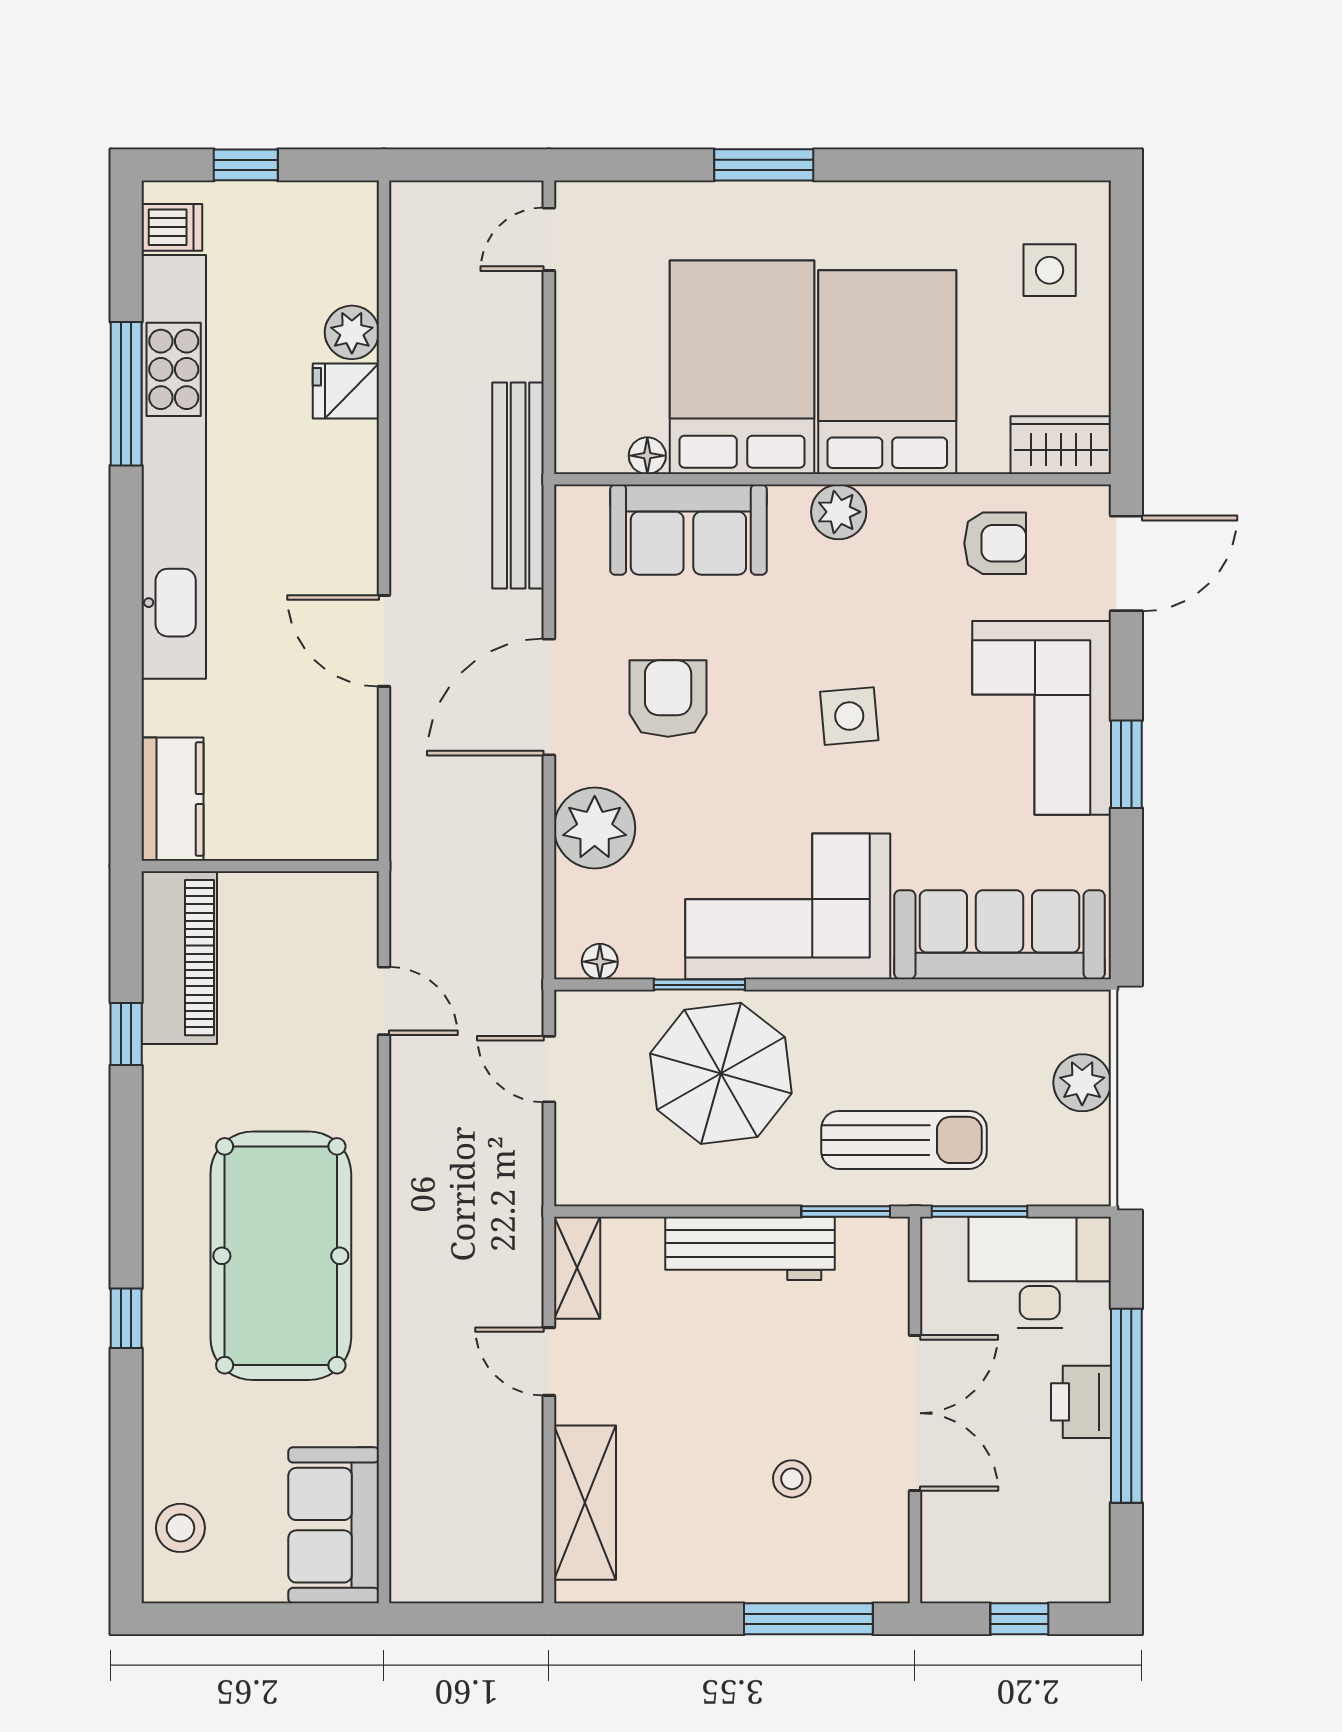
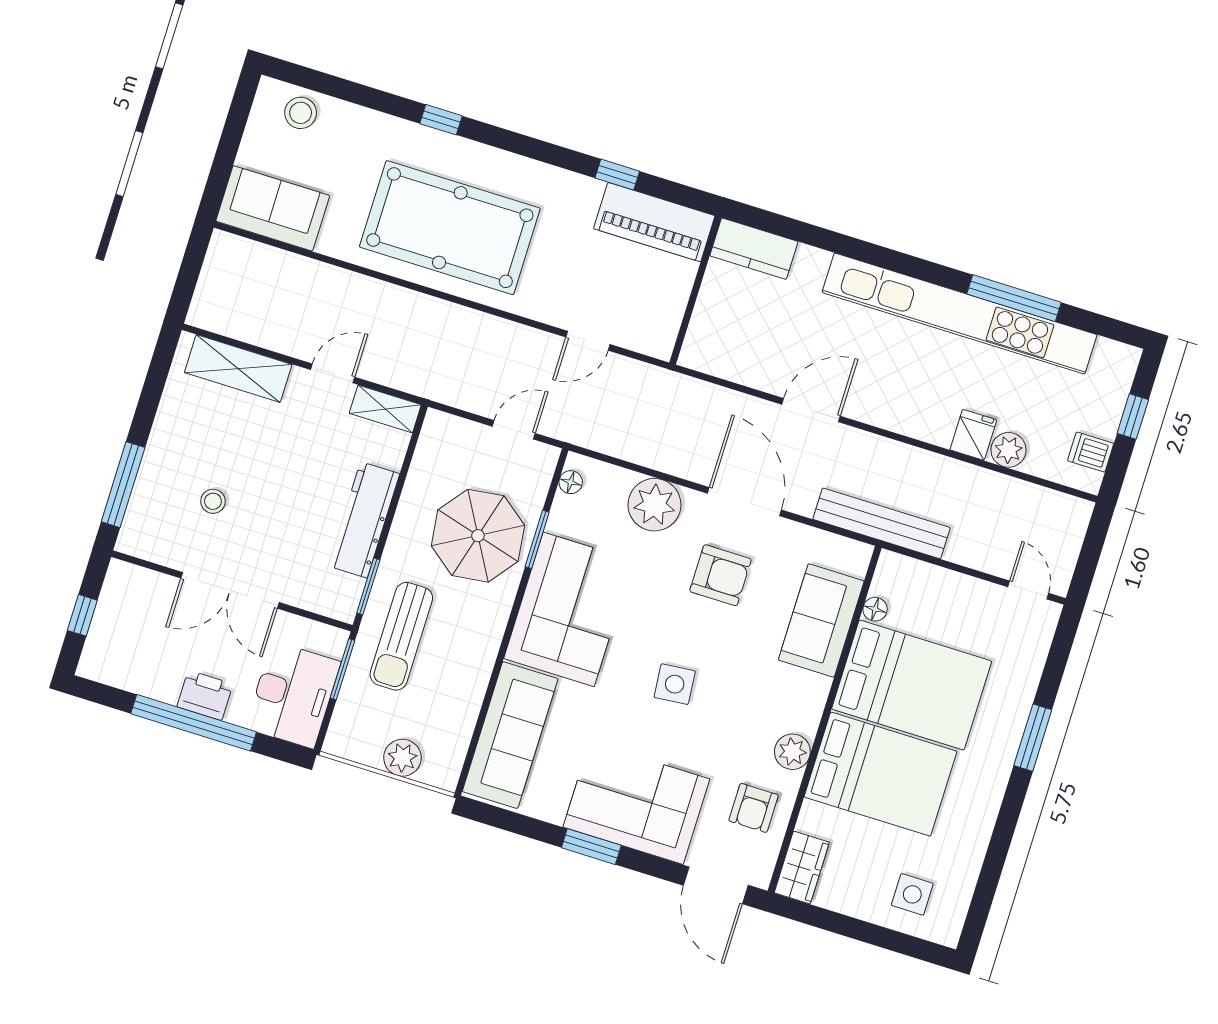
dishwasher: (172, 227) -> (1091, 452), moved, turned 90
plant: (839, 512) -> (792, 752), moved

